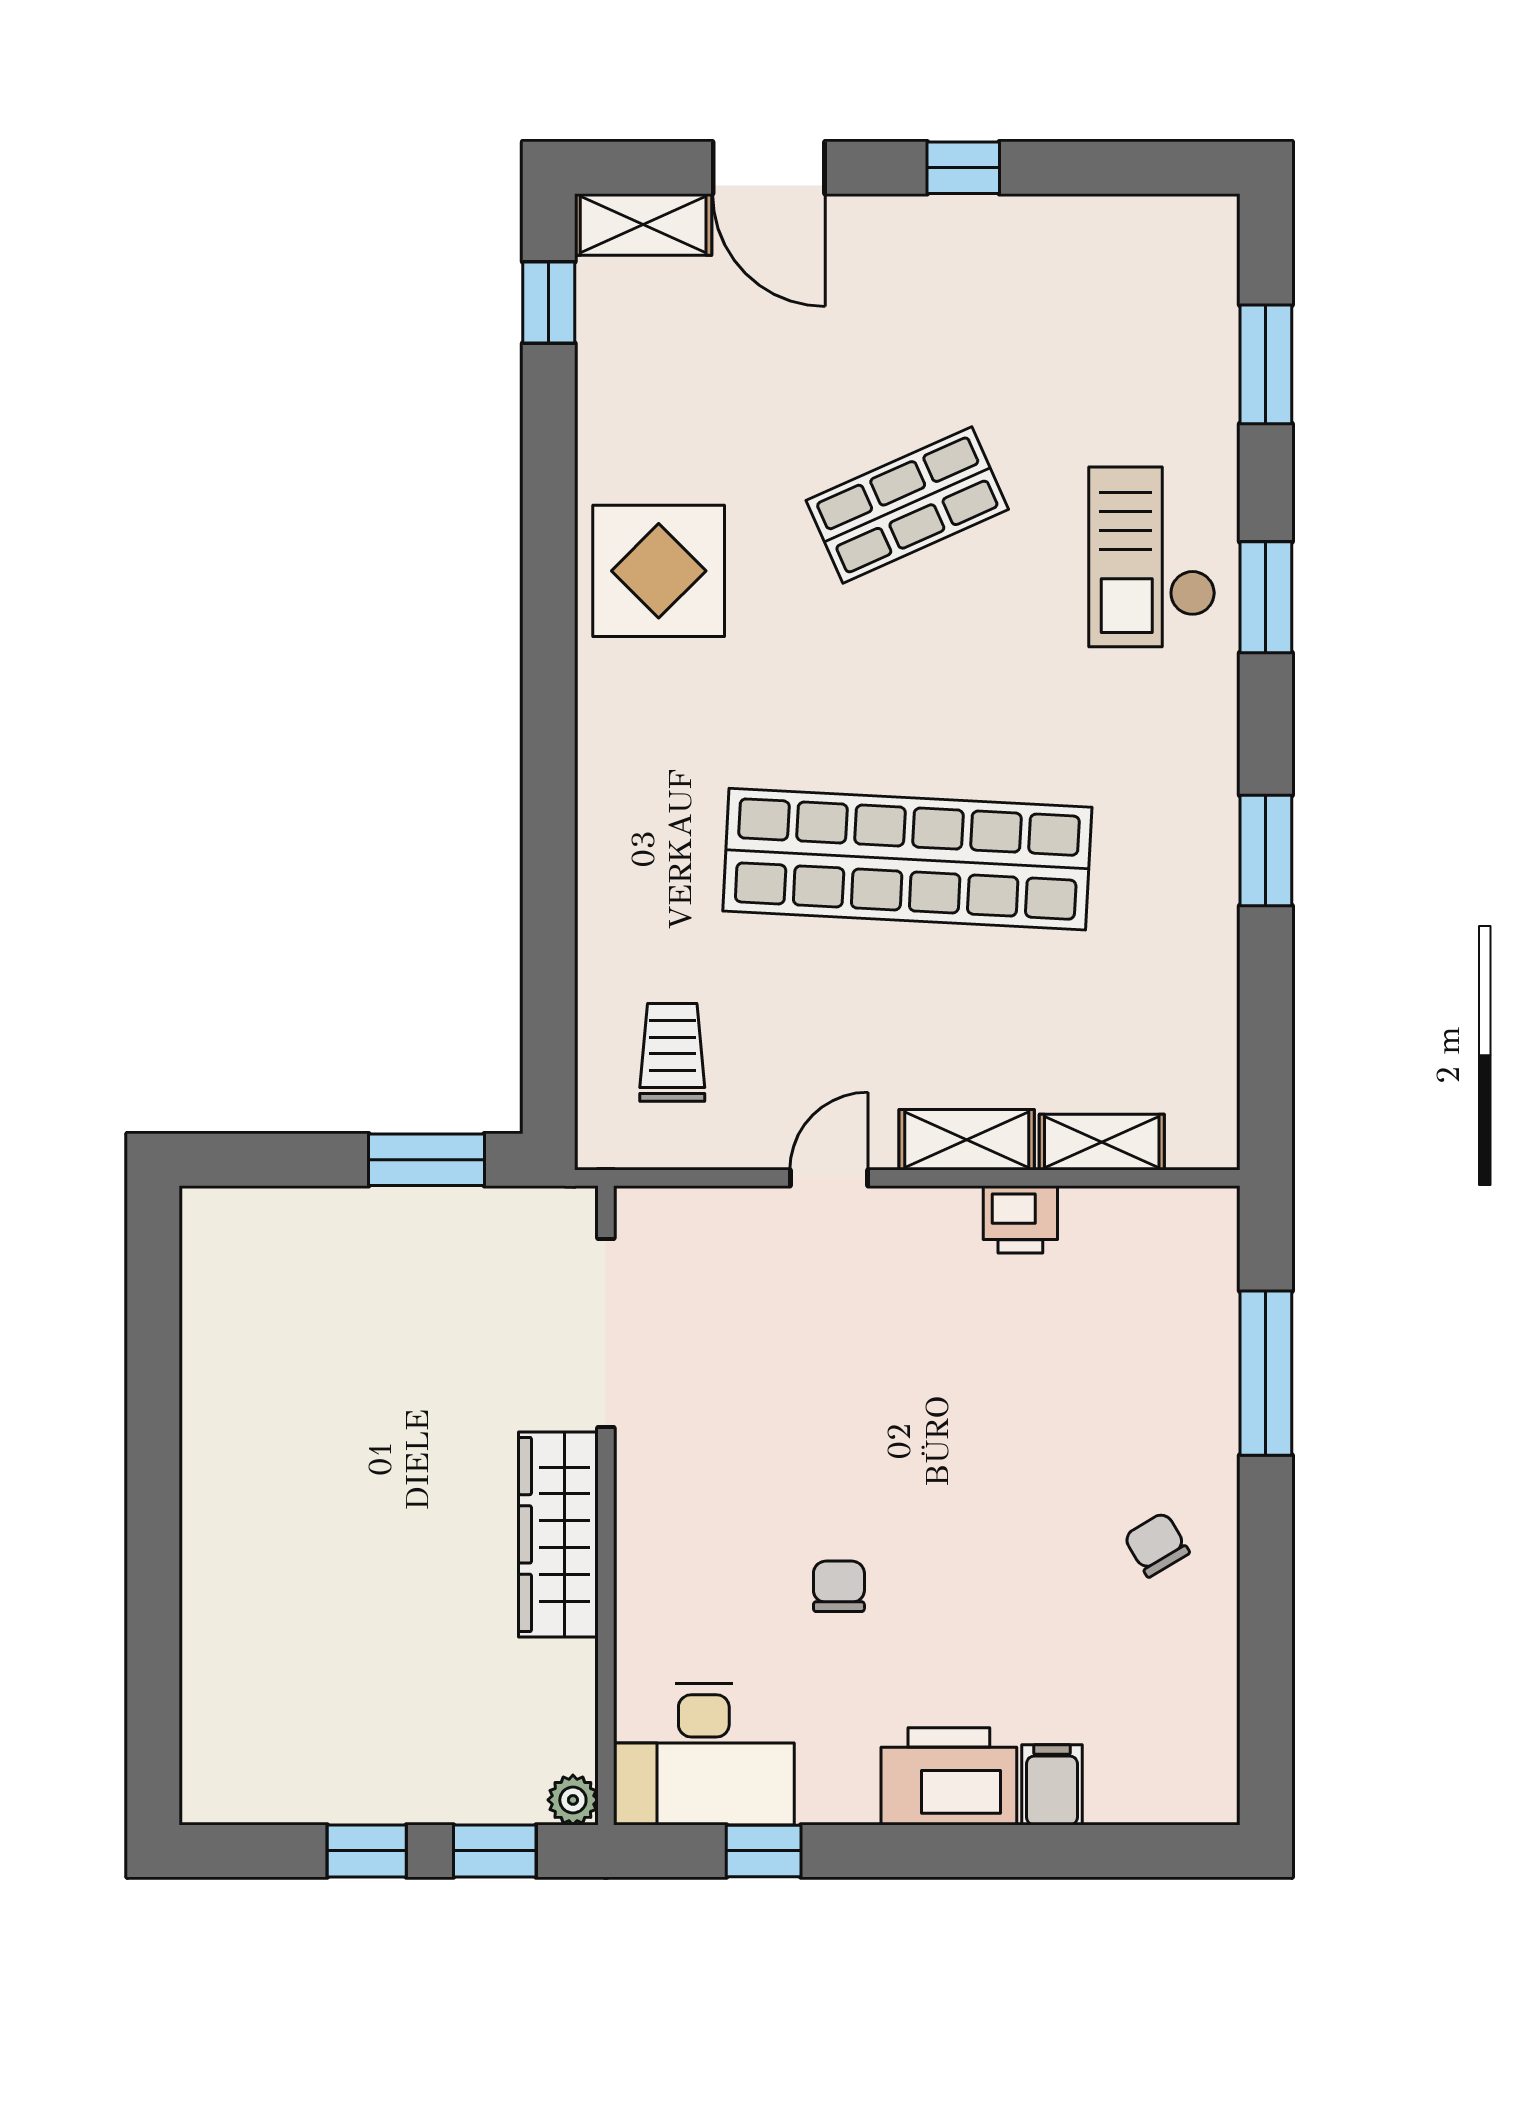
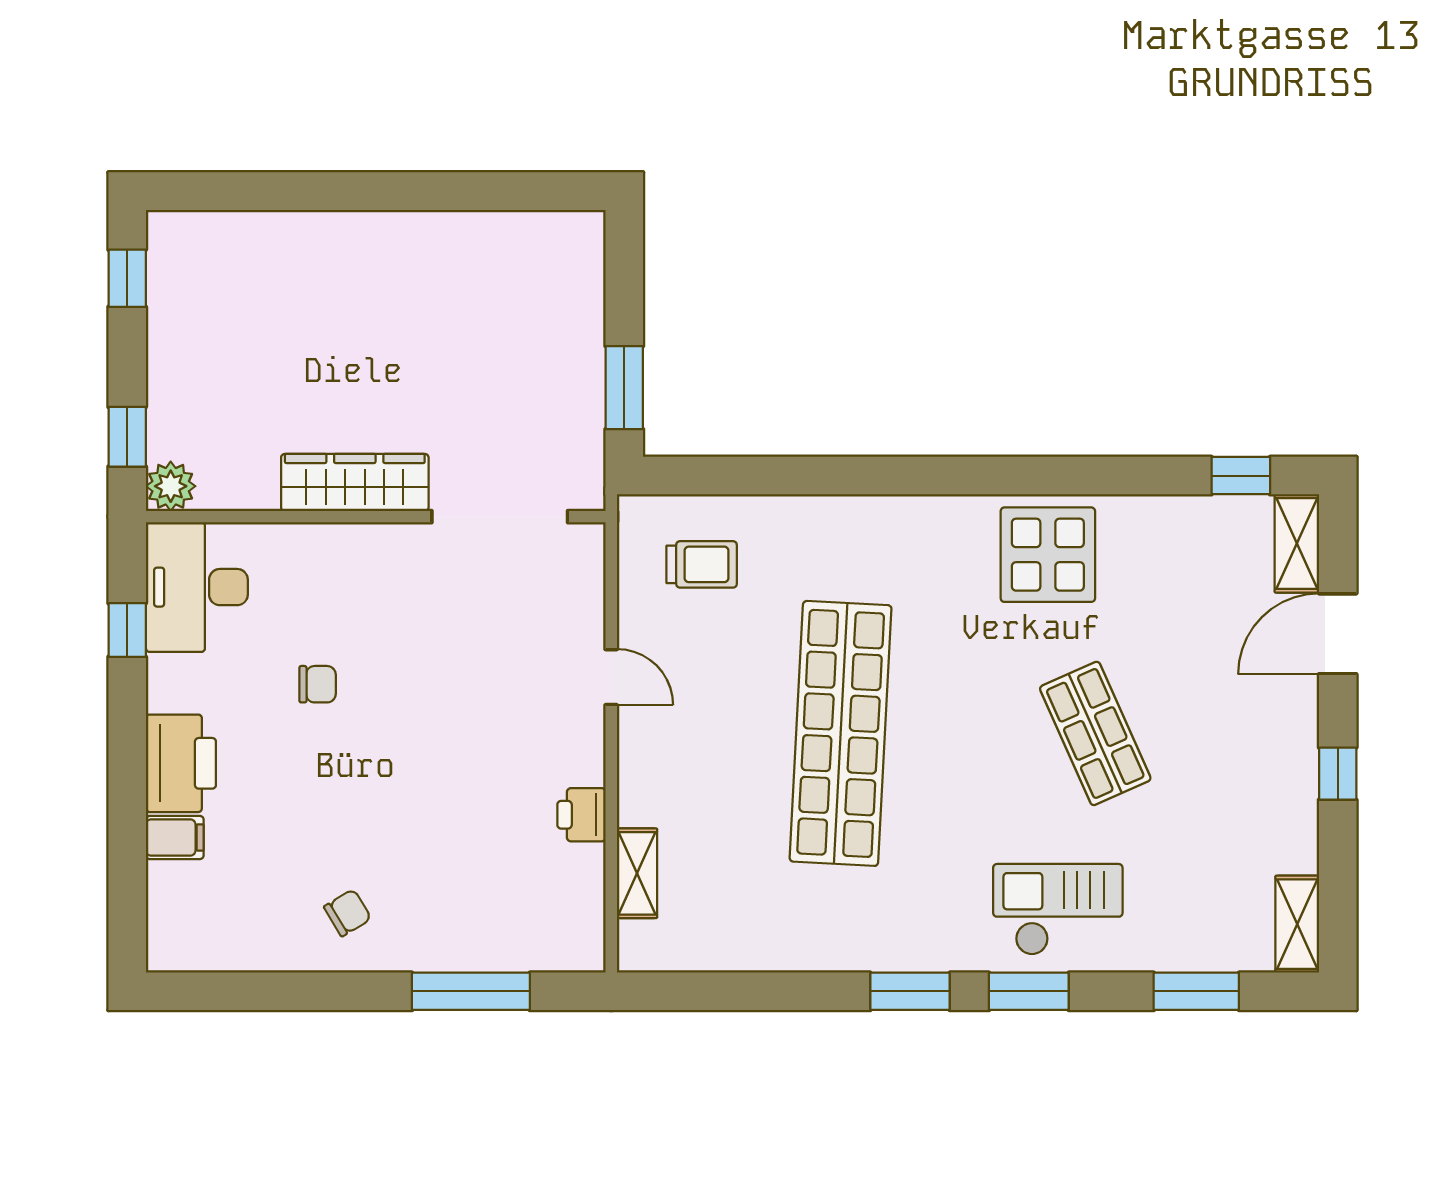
window: (1266, 851) -> (910, 991), moved
shelving: (967, 1140) -> (1297, 924), moved
plant: (573, 1800) -> (171, 486), width x1.38, depth x1.38
window: (367, 1851) -> (127, 278), moved

